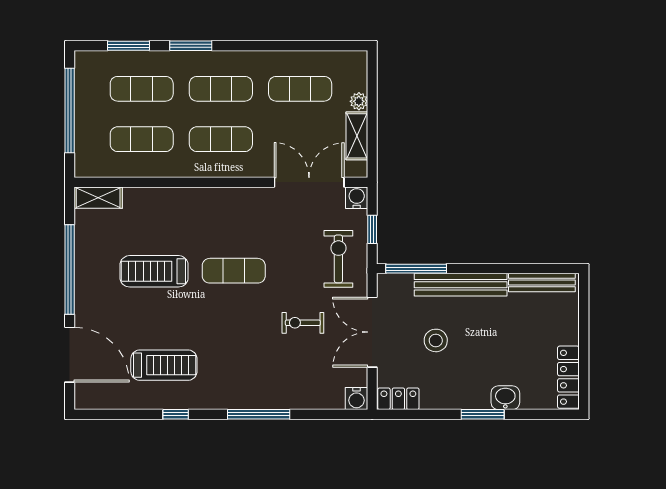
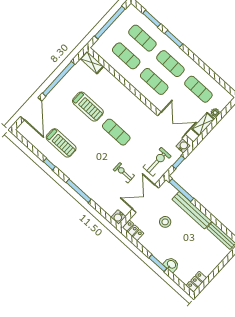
treadmill: (154, 271) -> (88, 107), turned 180
locker: (568, 377) -> (197, 282), width x0.66

